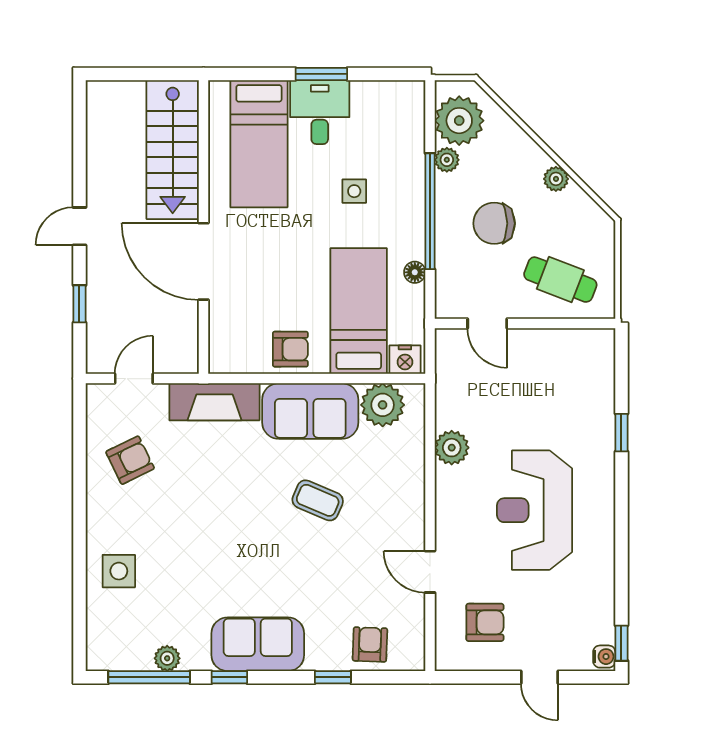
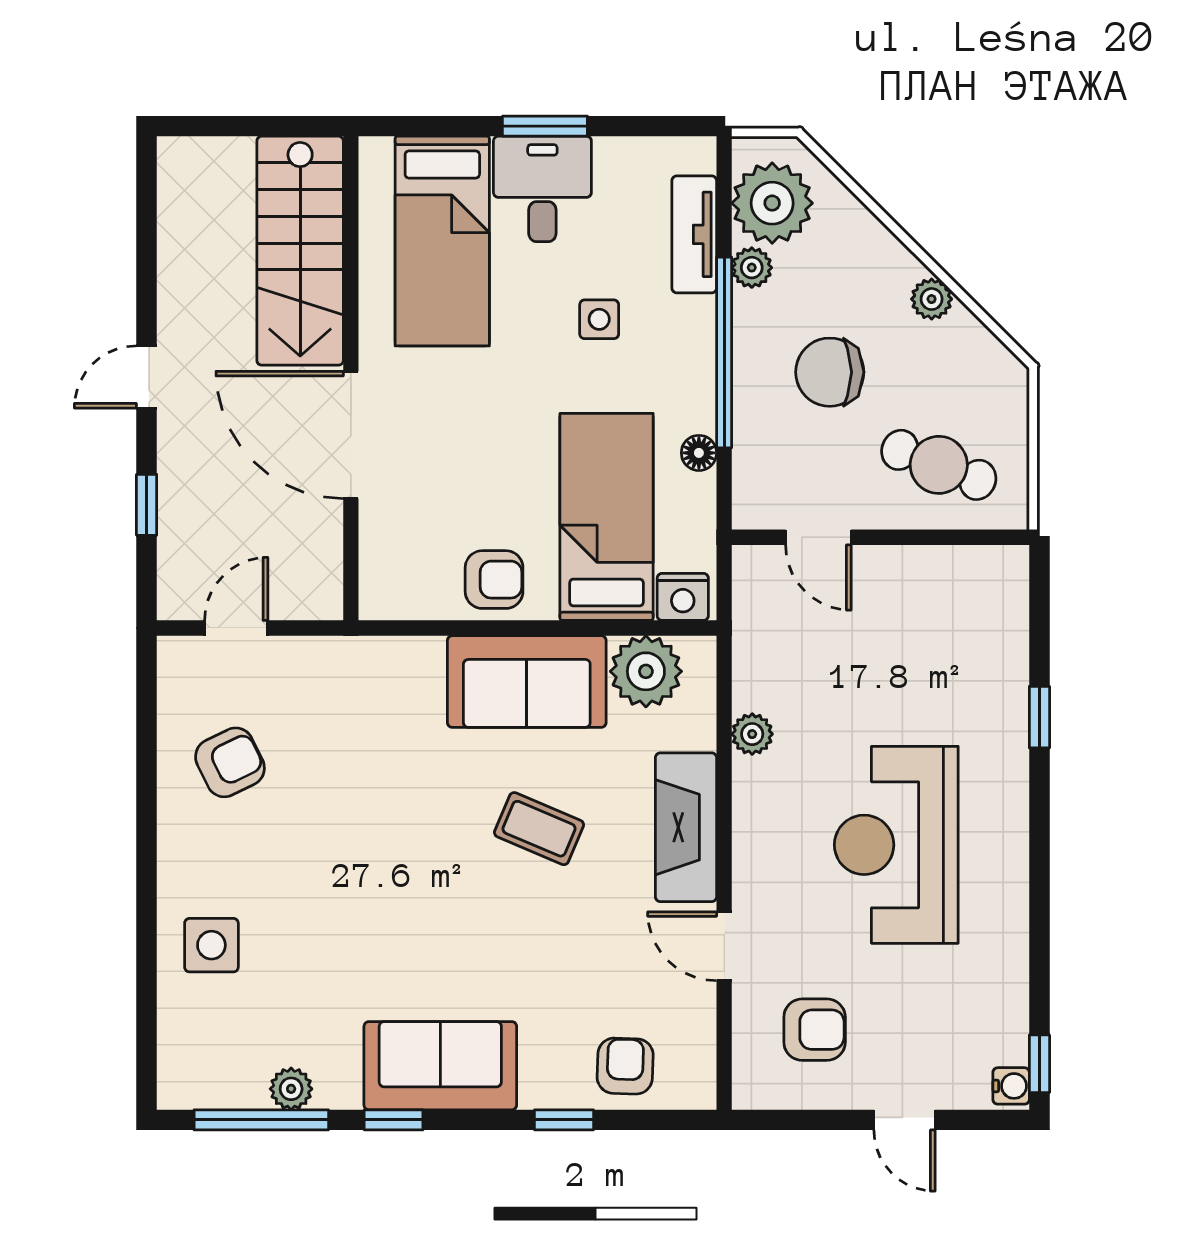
tv unit: (412, 140) -> (694, 234), added
fireplace: (214, 402) -> (686, 827), moved, turned 90
plant: (452, 448) -> (752, 734), width x0.73, depth x0.73

